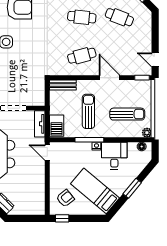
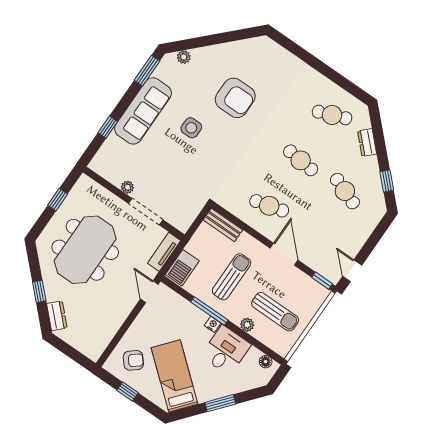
plant: (147, 133) -> (247, 325), moved
window: (62, 218) -> (128, 391), moved

